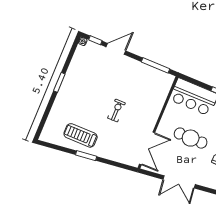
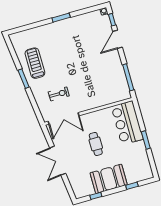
door: (116, 49) -> (117, 39), swing flipped
exercise bike: (116, 111) -> (59, 94), moved
cafe table: (191, 138) -> (96, 144), width x0.73, depth x0.74

